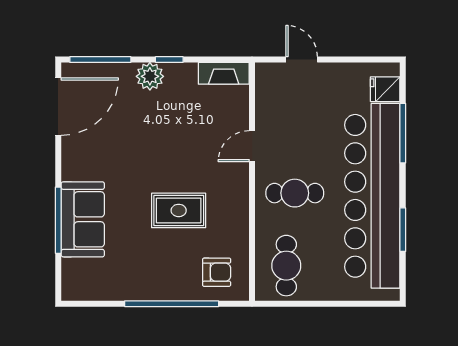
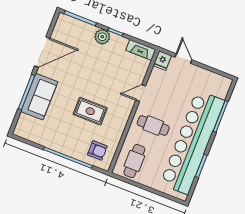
fridge: (385, 89) -> (162, 61), moved, turned -90
door: (58, 107) -> (42, 52), moved

